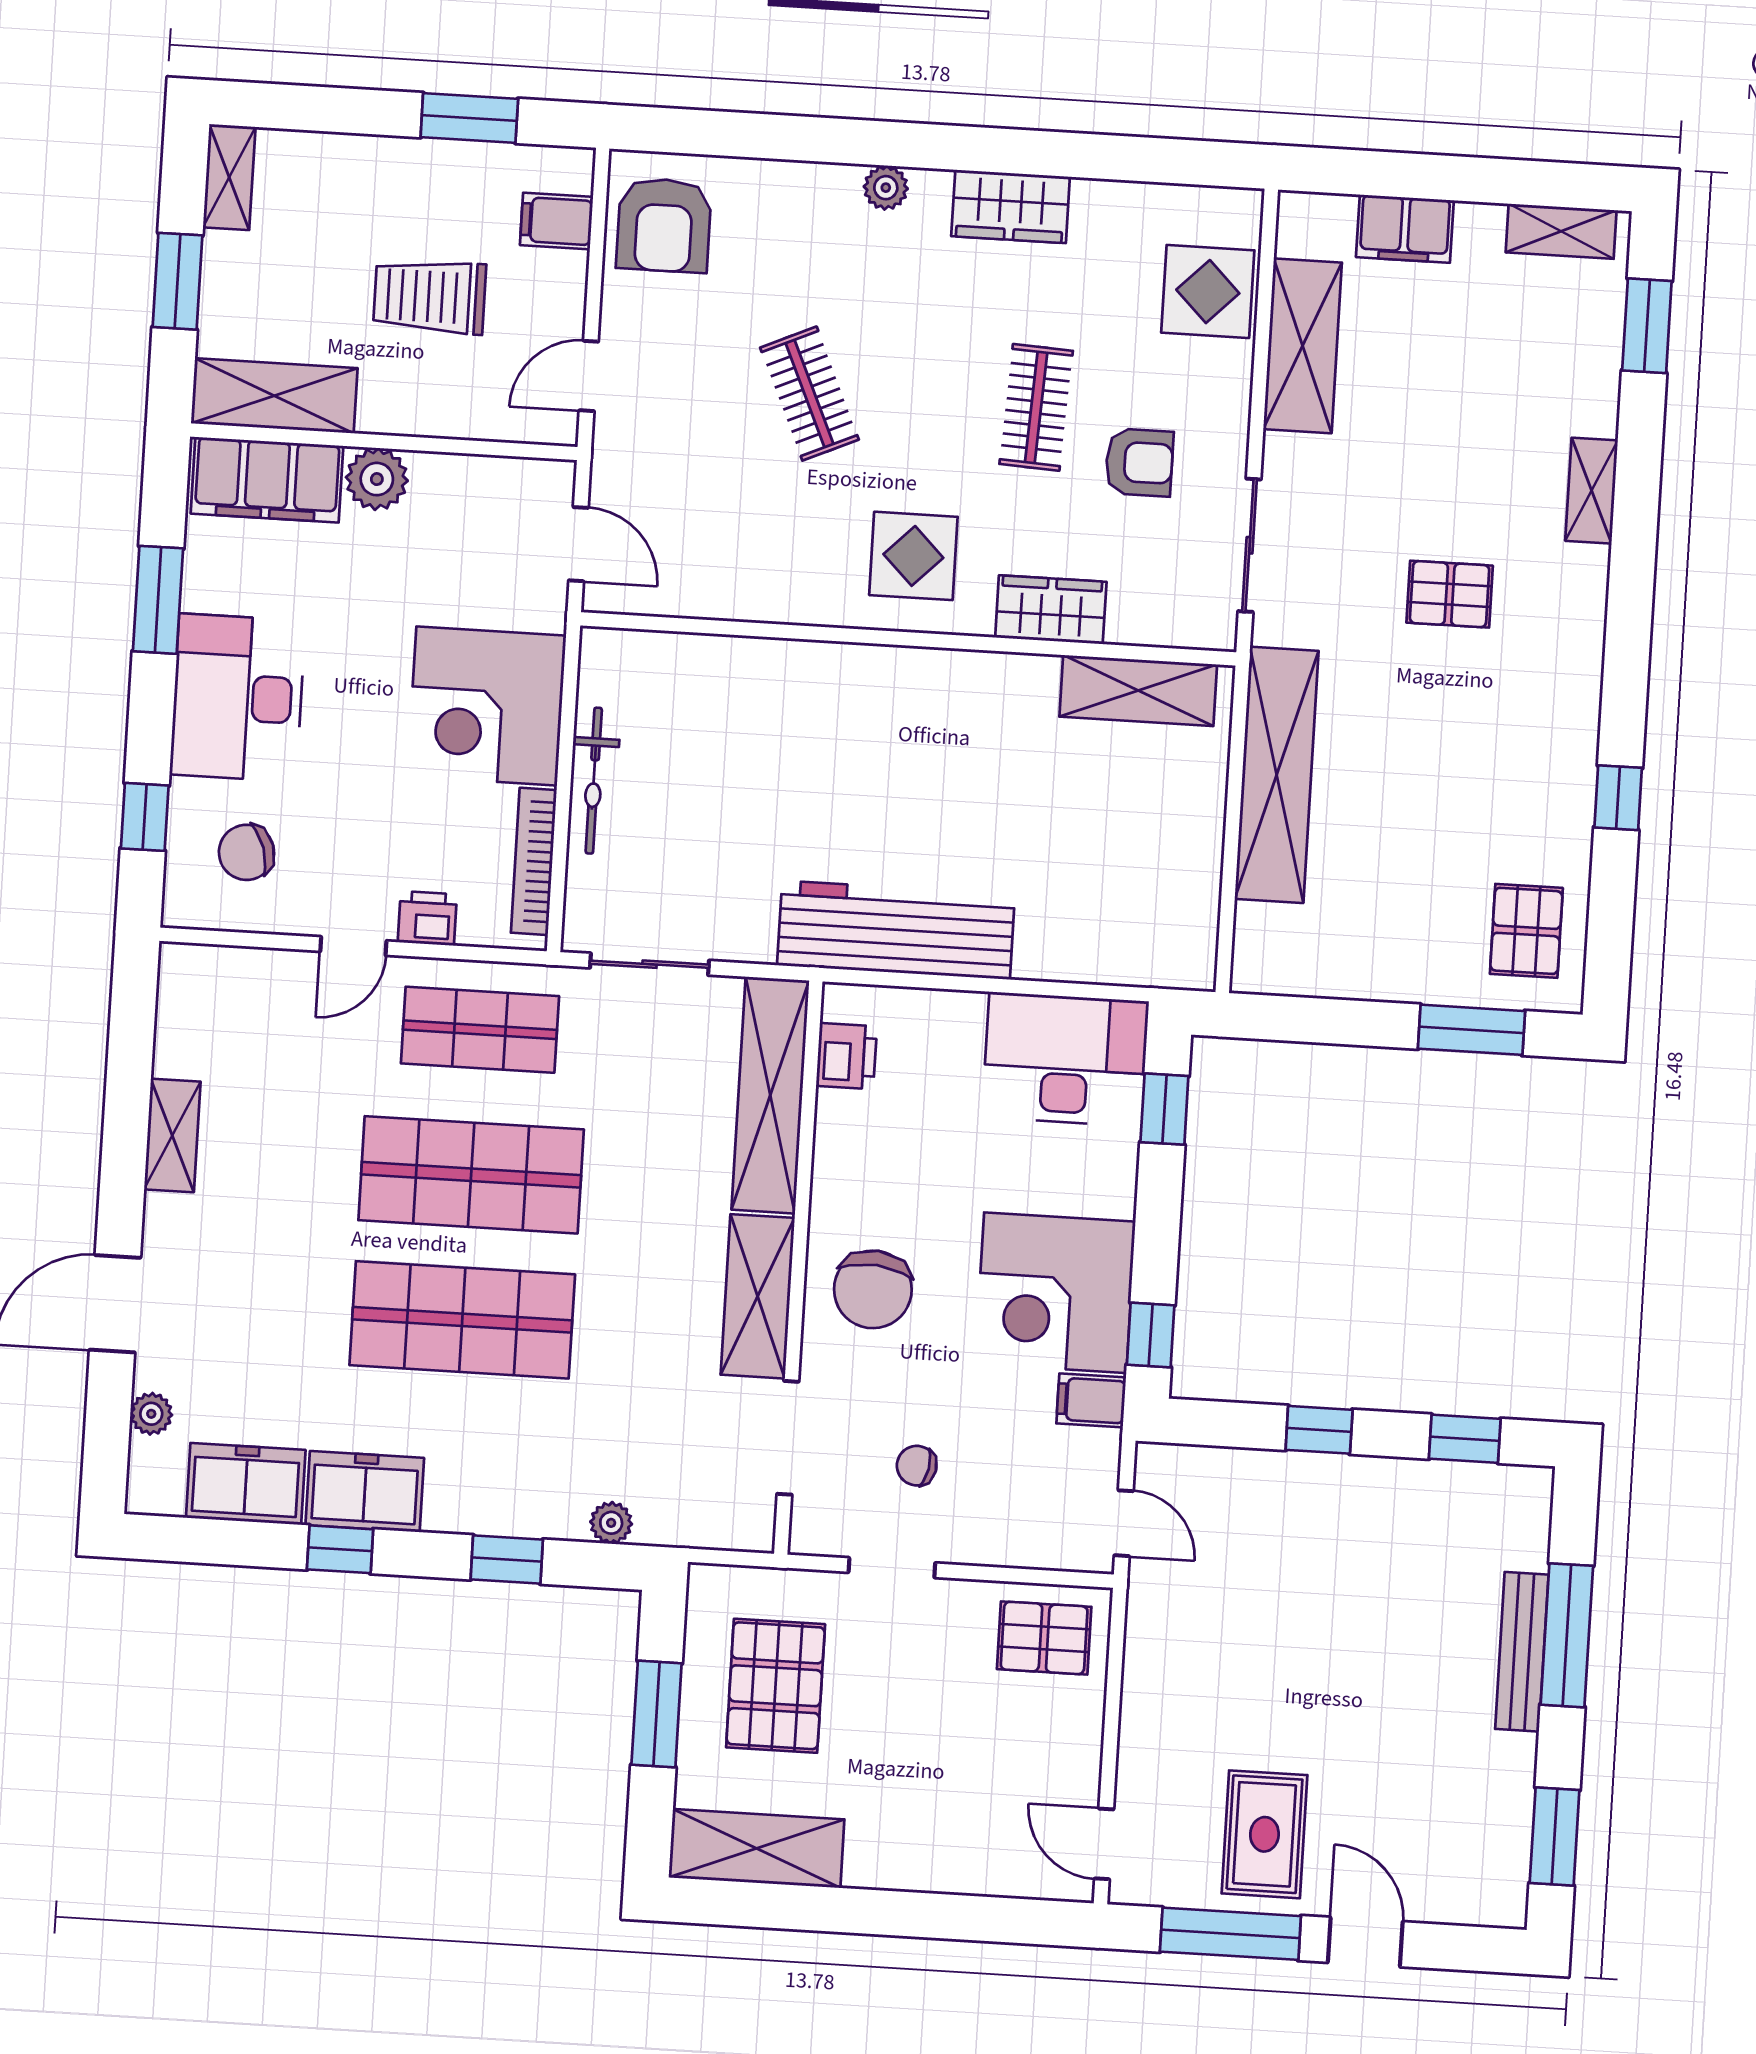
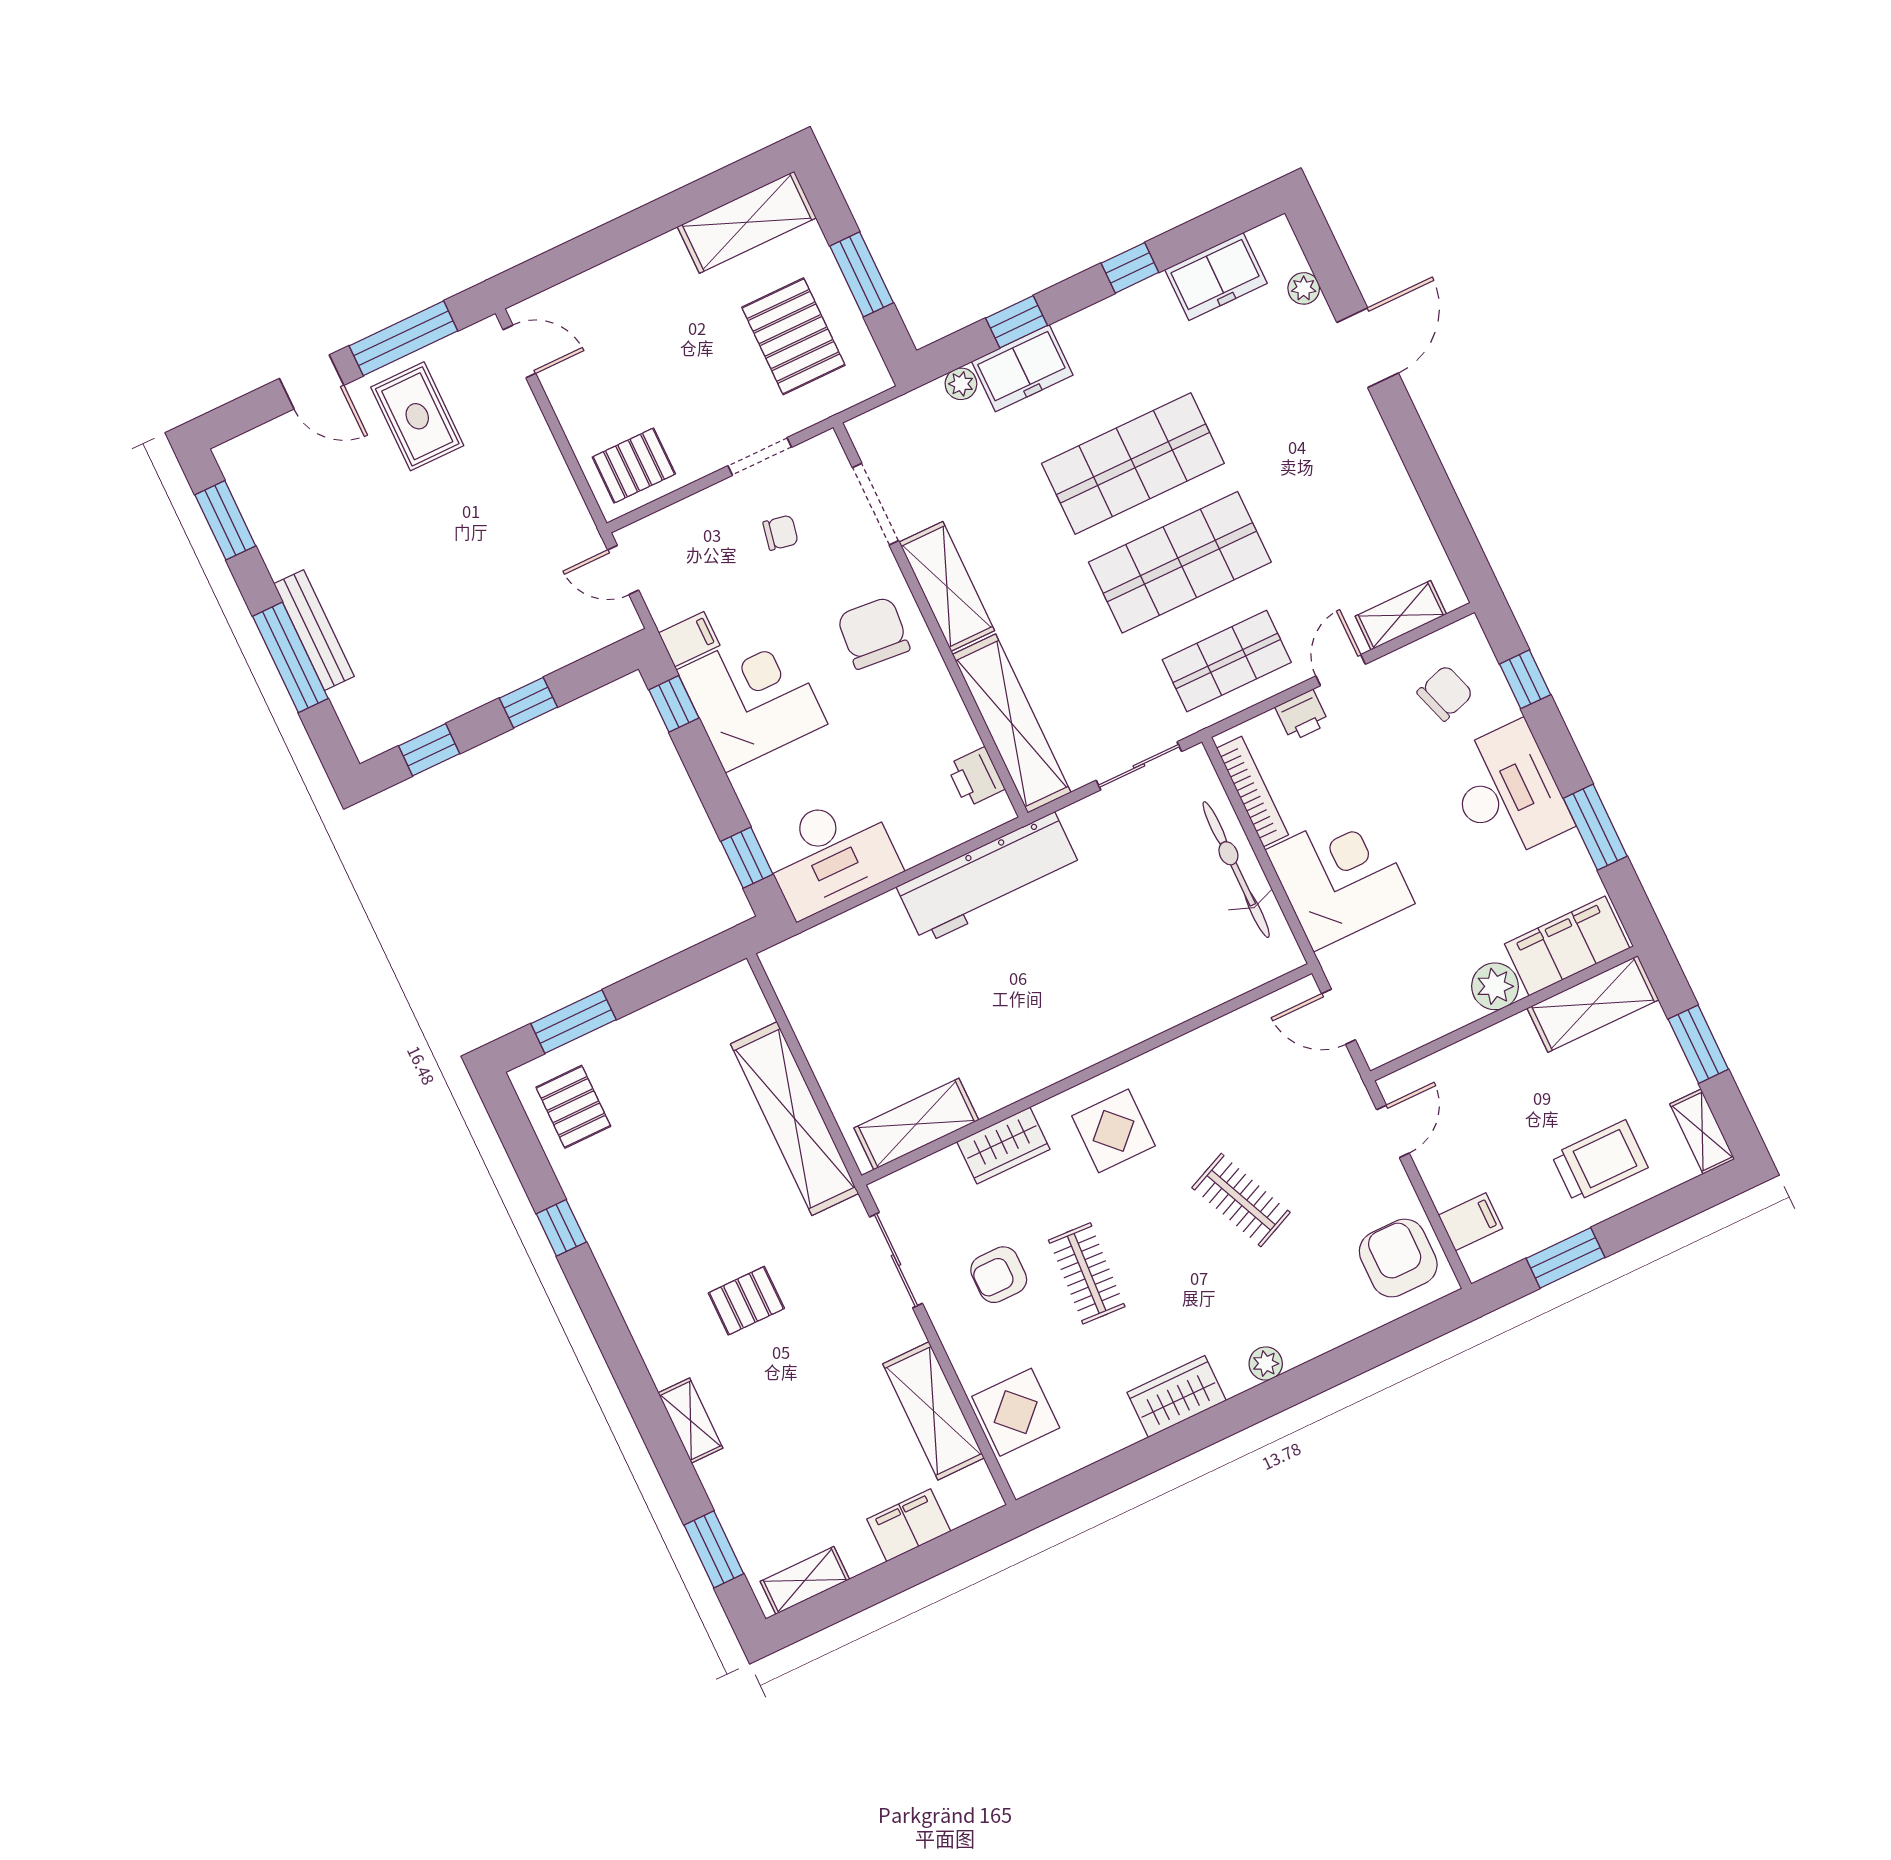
trolley: (430, 296) -> (1600, 1161), moved
bicycle: (594, 781) -> (1236, 870), width x1.37, depth x1.40
shelving: (172, 1135) -> (1401, 615), moved, turned 90
freezer: (365, 1492) -> (1022, 368), moved

